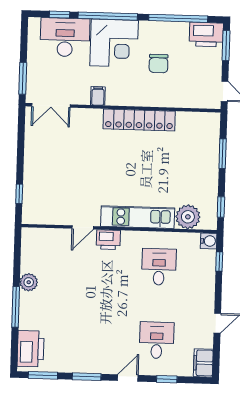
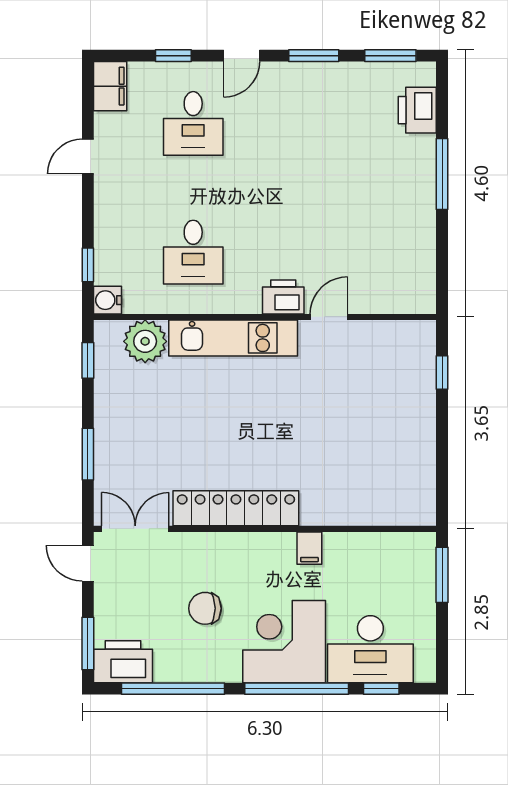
chair: (159, 63) -> (205, 608), turned -90
double door: (51, 105) -> (135, 529), moved
plant: (29, 282) -> (421, 218), removed
printer: (31, 349) -> (417, 110), width x0.73, depth x0.84

